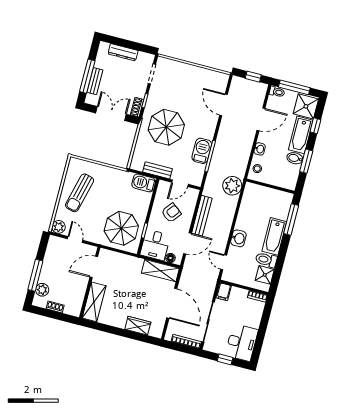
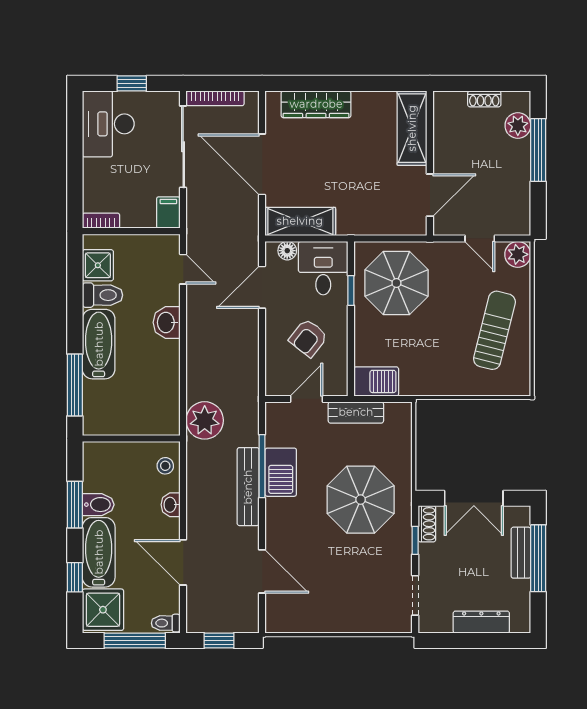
door: (261, 119) -> (183, 562), hinge flipped
bench: (202, 216) -> (248, 487), moved
wardrobe: (138, 326) -> (316, 104), width x1.50

